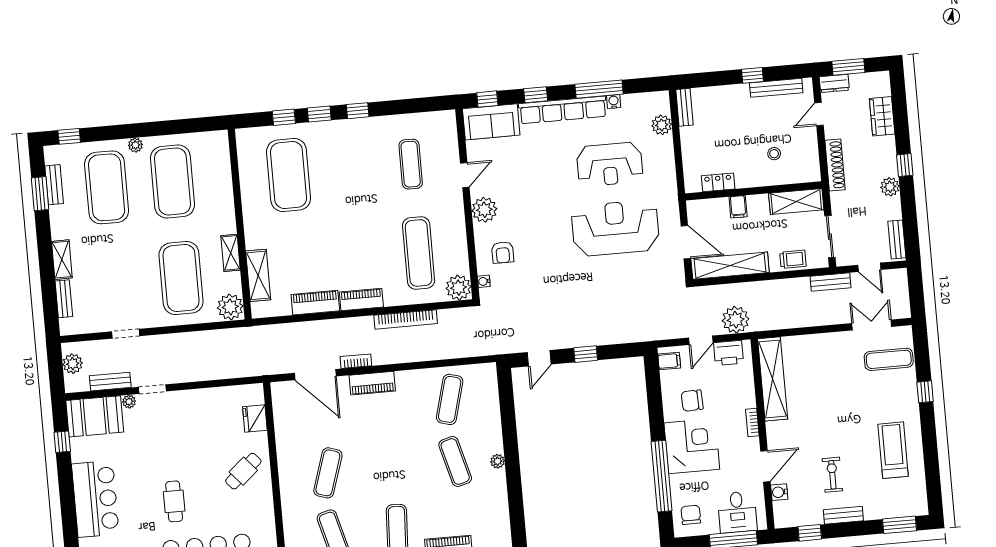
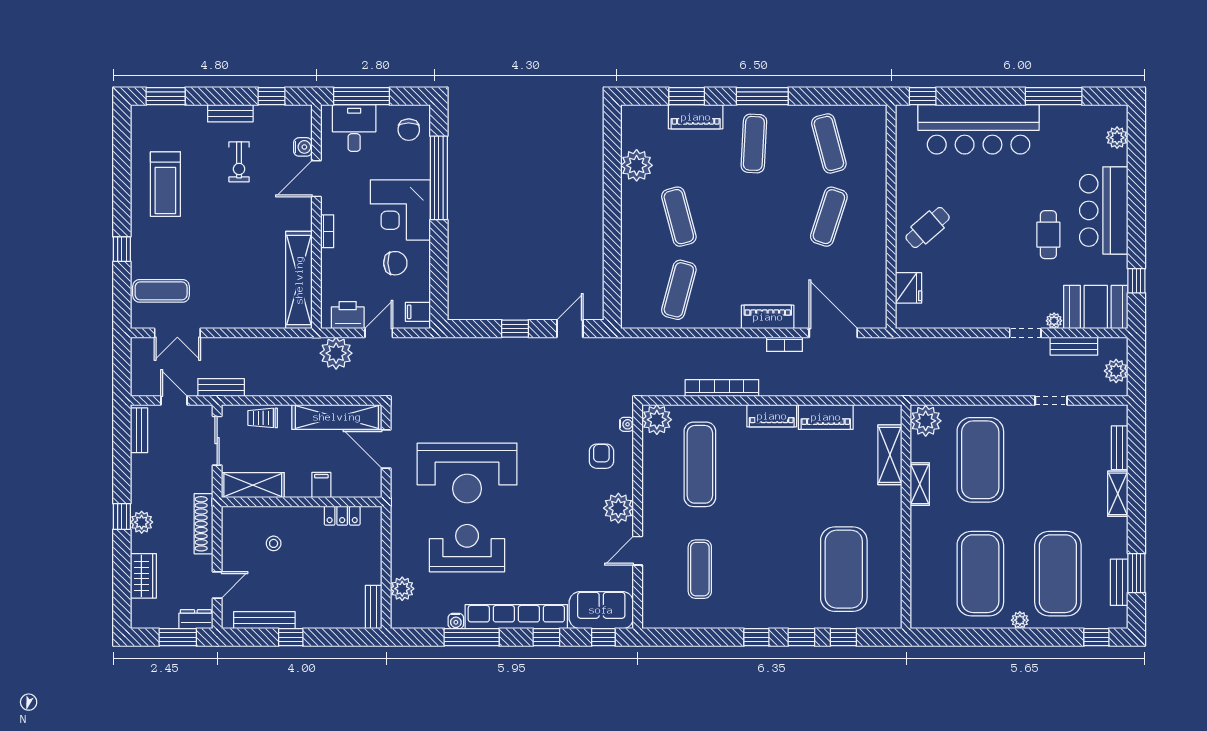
plant: (890, 187) -> (142, 522), moved
plant: (498, 461) -> (637, 165), moved, width x1.87, depth x1.87
cafe table: (174, 501) -> (1048, 235), moved

